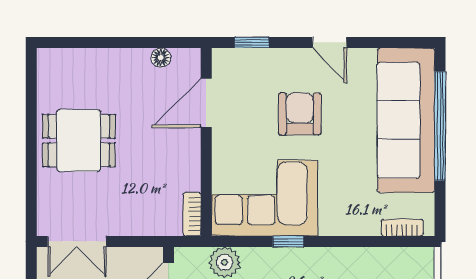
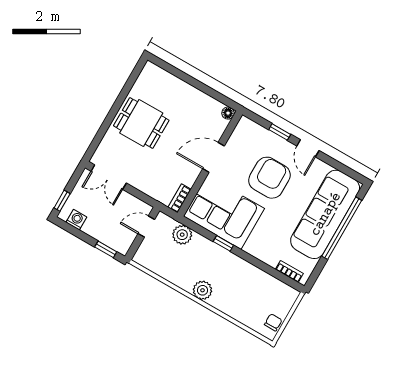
window: (252, 42) -> (280, 132), moved
floor lamp: (161, 58) -> (228, 113), moved
door: (206, 103) -> (213, 157), moved
armchair: (300, 114) -> (269, 178), width x1.36, depth x1.36

